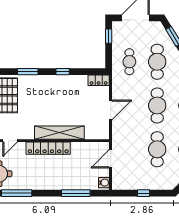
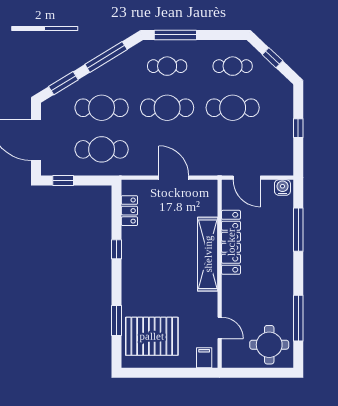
cafe table: (129, 62) -> (102, 149), width x1.37, depth x1.35
window: (28, 72) -> (117, 321), moved
locker: (99, 80) -> (129, 211), moved
locker: (48, 148) -> (231, 242), moved

